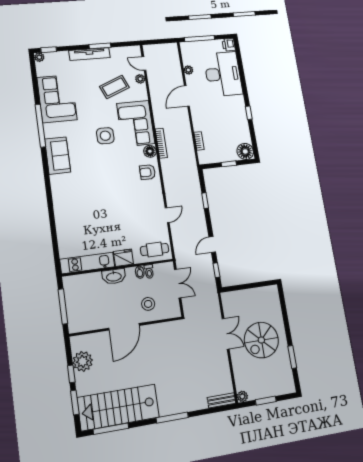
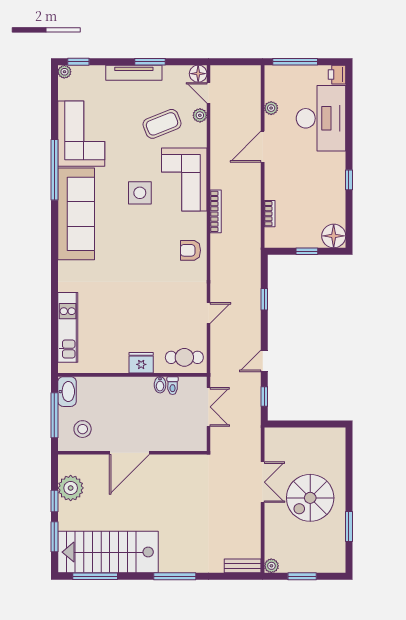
floor lamp: (150, 151) -> (198, 74), moved
sofa: (58, 156) -> (76, 214), width x1.85, depth x1.27
kitchen unit: (87, 263) -> (68, 327), moved, turned 90
washbasin: (114, 276) -> (67, 392), moved, turned -90
stool: (148, 304) -> (83, 429), moved

